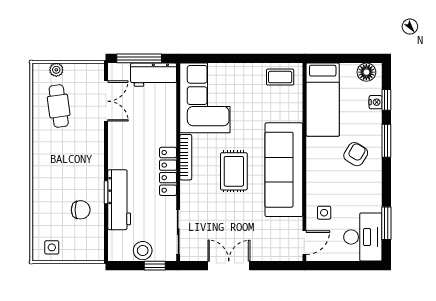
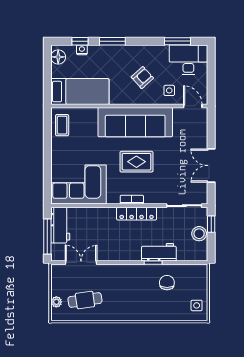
armchair: (356, 154) -> (142, 78), moved, turned 107
bookcase: (186, 157) -> (132, 200), width x0.64
workbench: (119, 200) -> (159, 252), width x0.73

